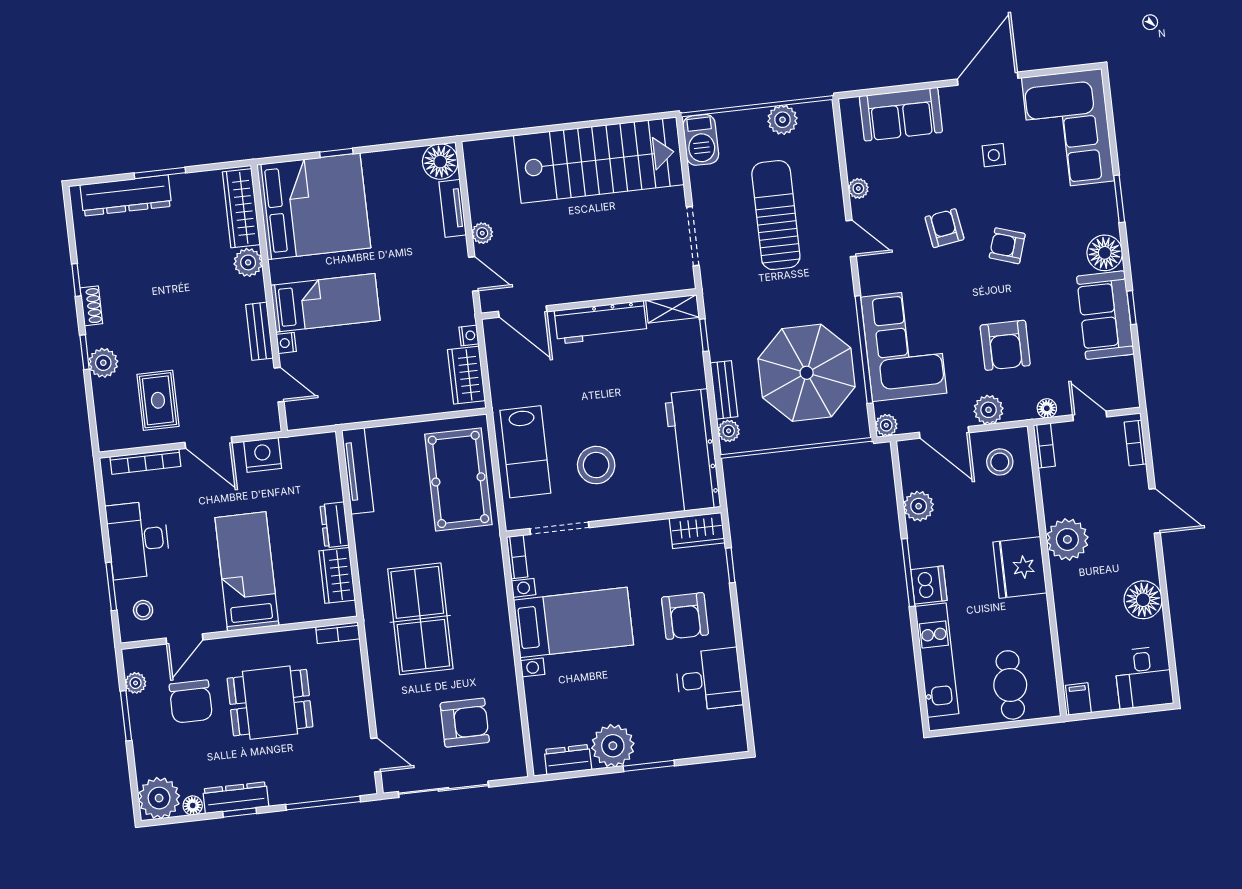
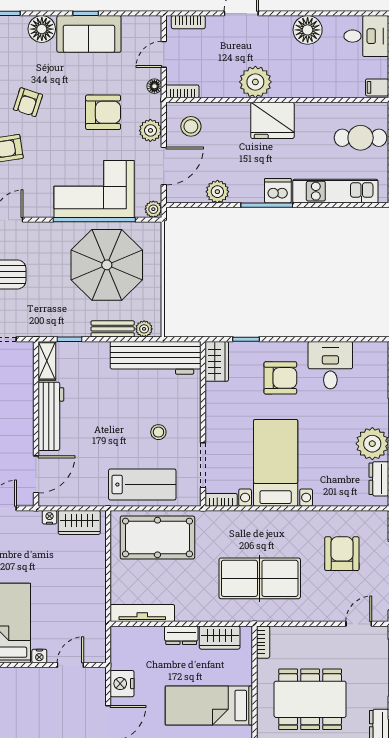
bench: (259, 331) -> (28, 675), removed
stool: (596, 465) -> (158, 432), width x0.53, depth x0.53
dining table: (270, 703) -> (310, 699), width x1.38

